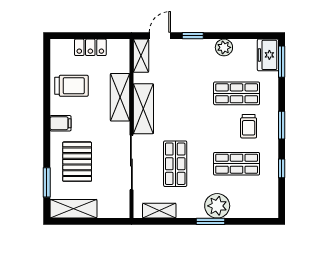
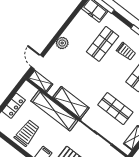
window: (193, 36) -> (51, 43), removed
plant: (224, 47) -> (62, 43), moved
shelving: (120, 97) -> (54, 111), width x1.47

